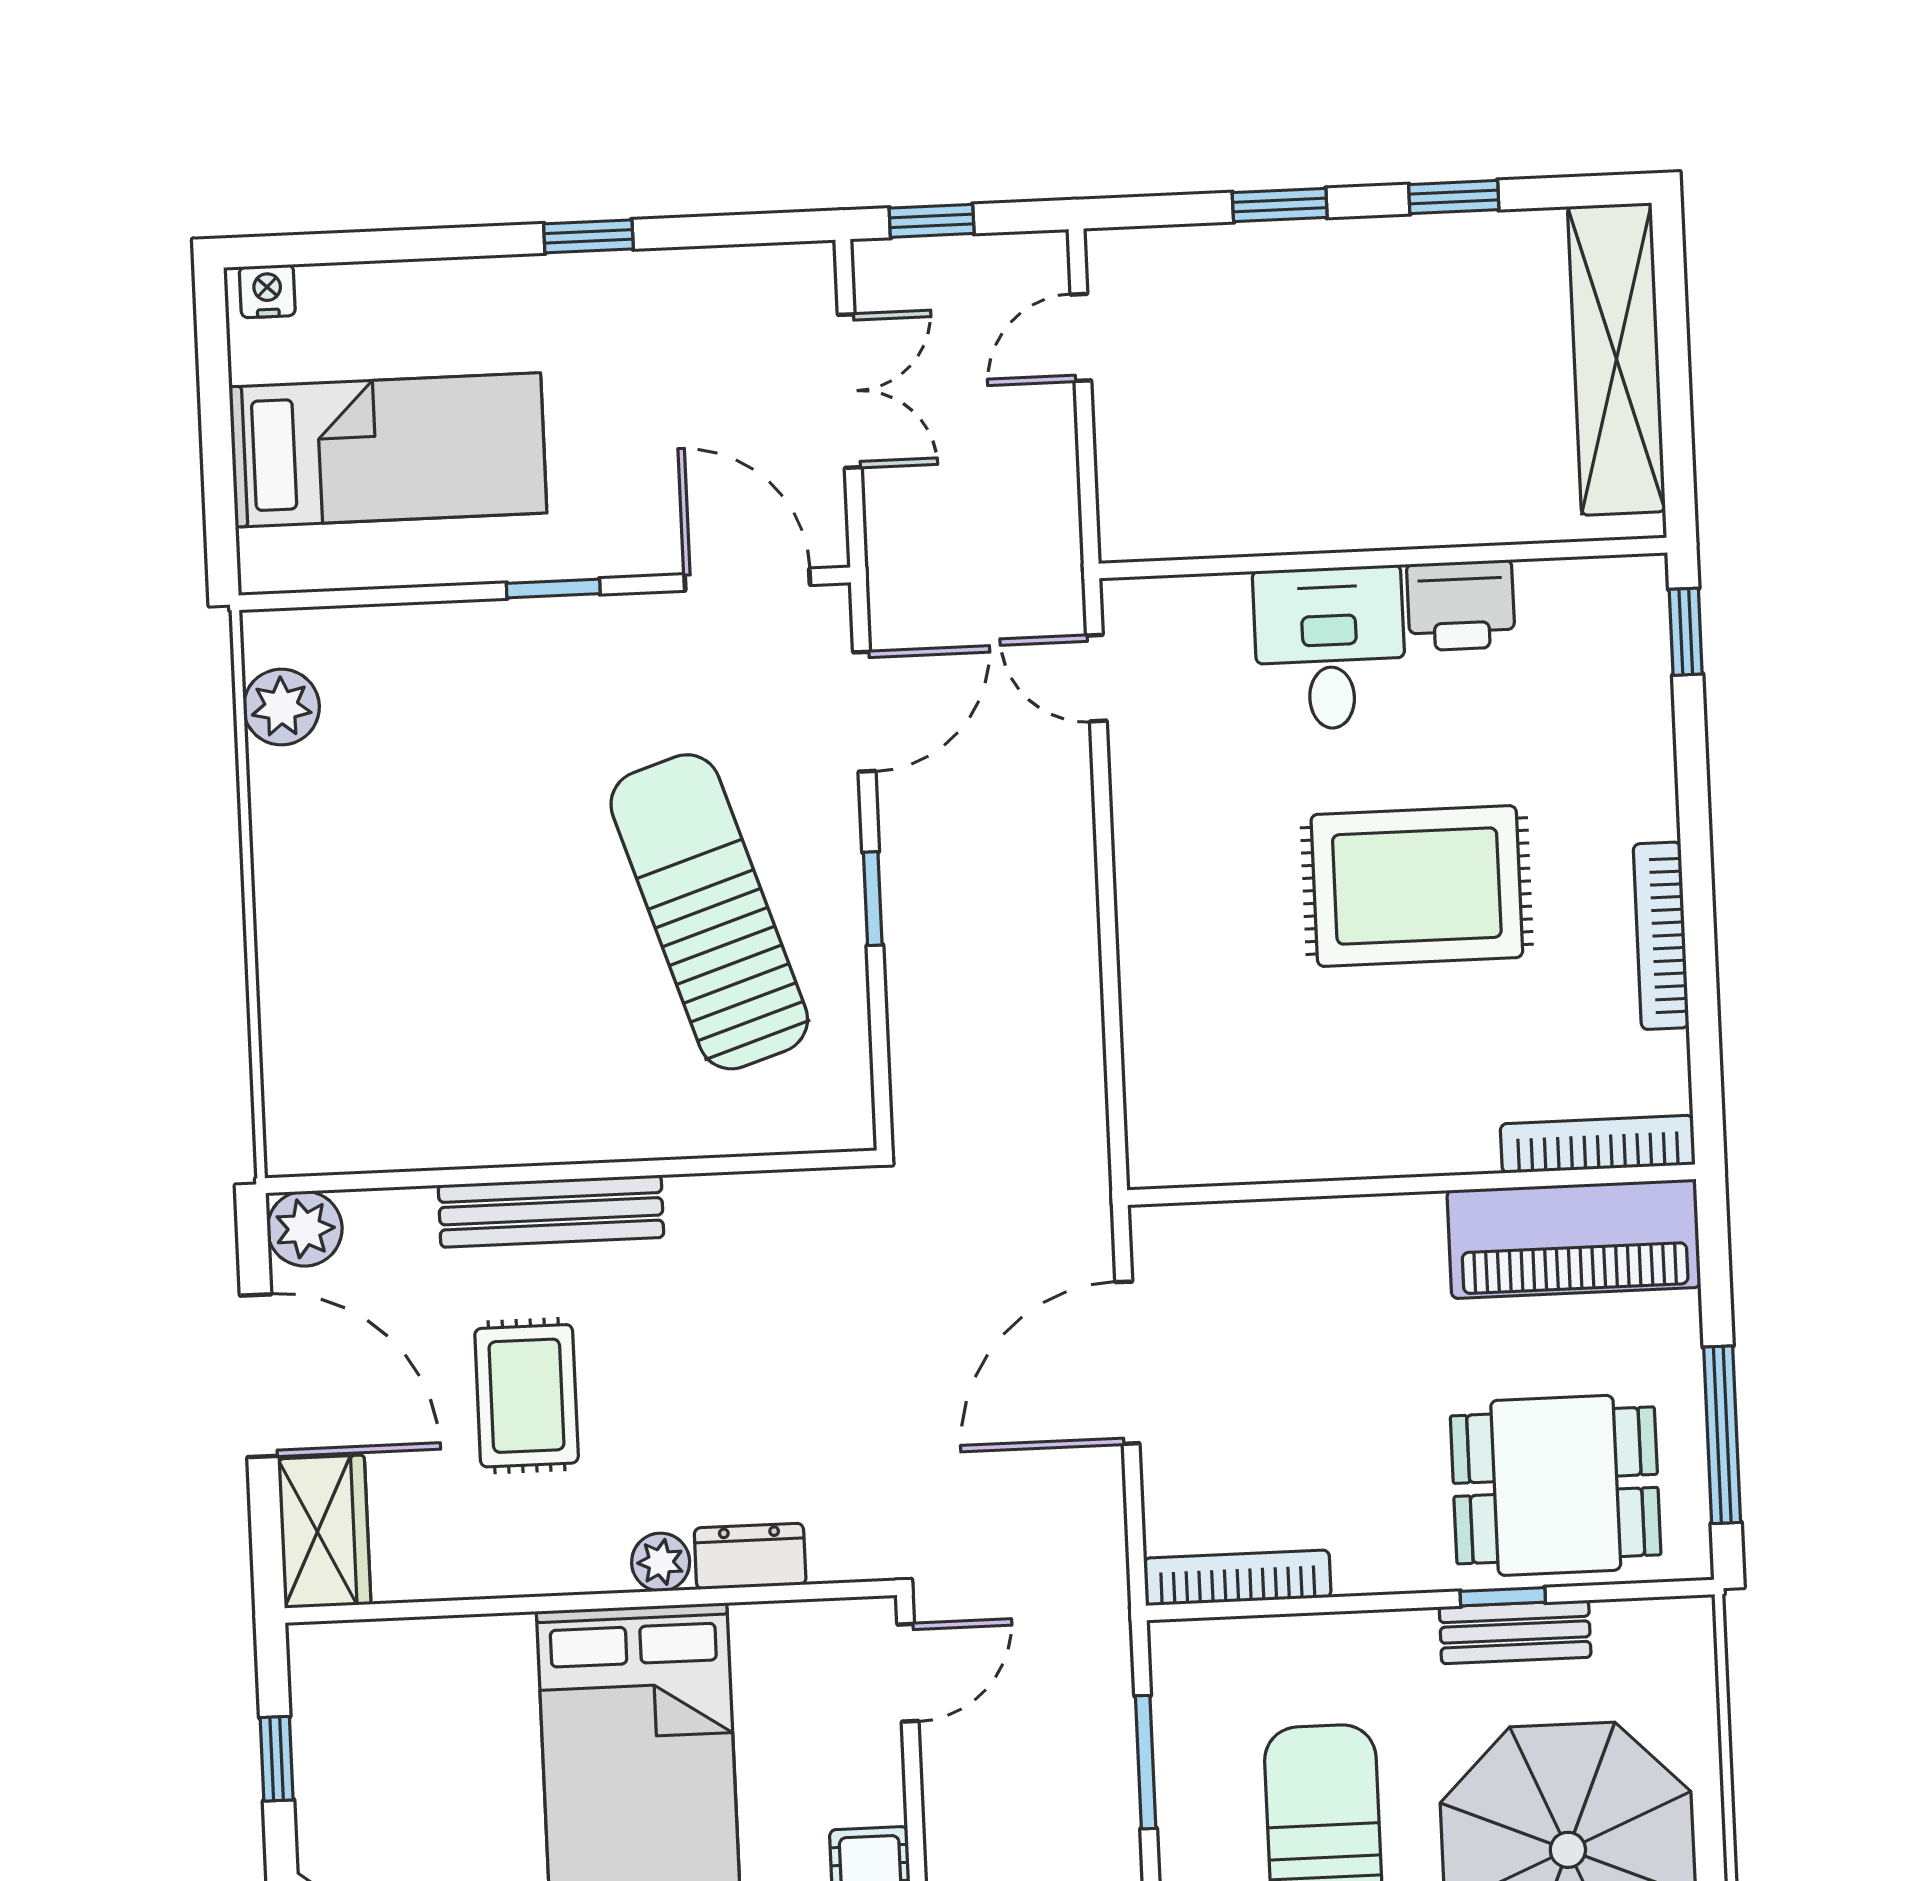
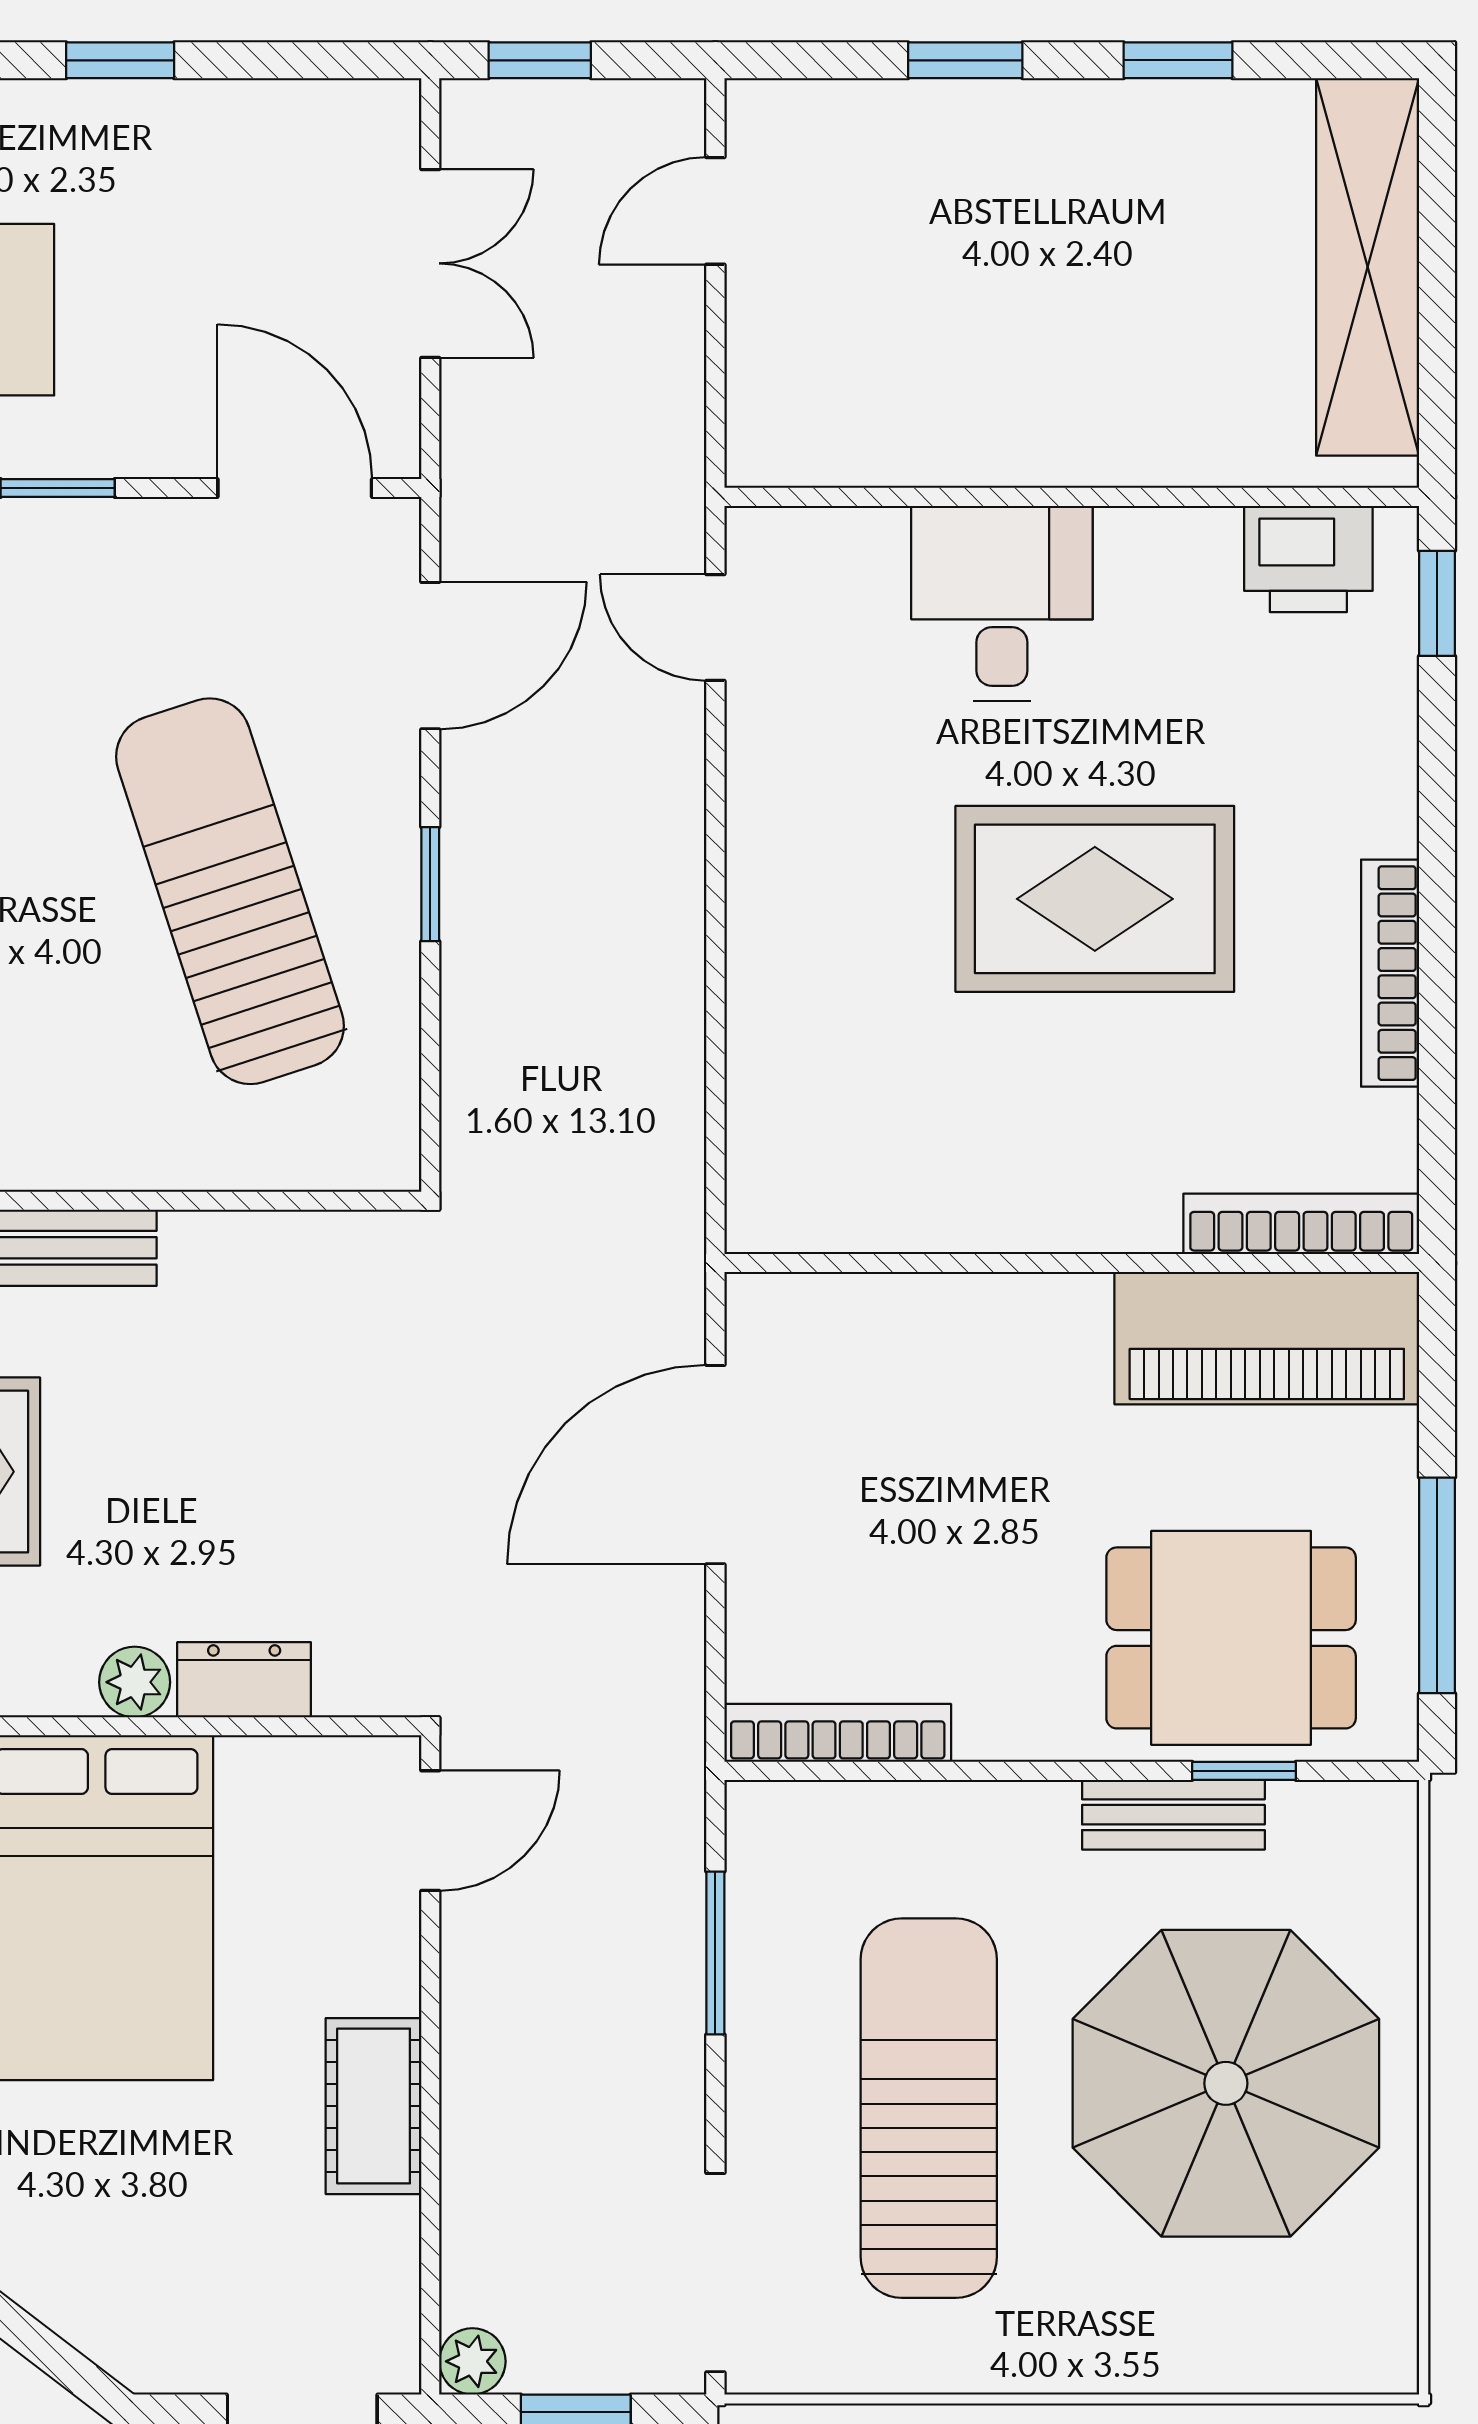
printer: (1461, 605) -> (1308, 559), moved
window: (1503, 1597) -> (1244, 1771), moved

